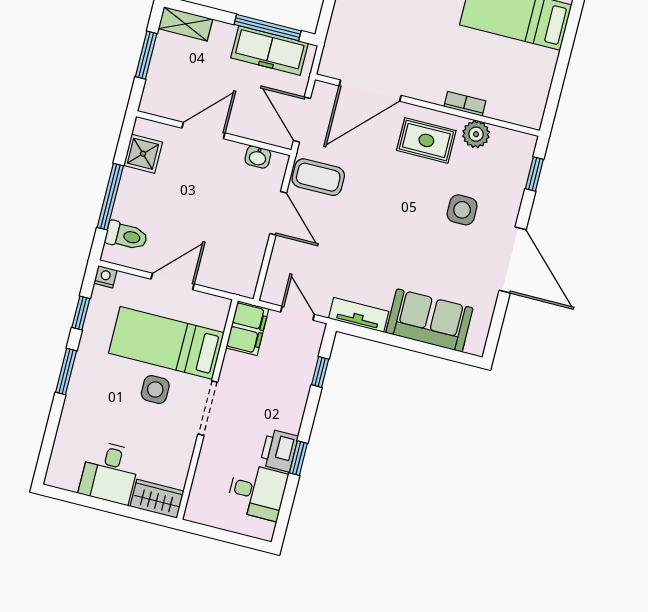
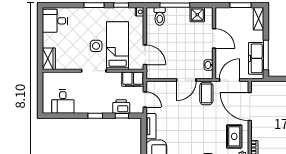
door: (173, 282) -> (145, 55), moved
door: (297, 313) -> (145, 99), hinge flipped
printer: (279, 450) -> (121, 107), moved
window: (298, 458) -> (95, 116), moved
desk: (110, 472) -> (55, 21), moved

